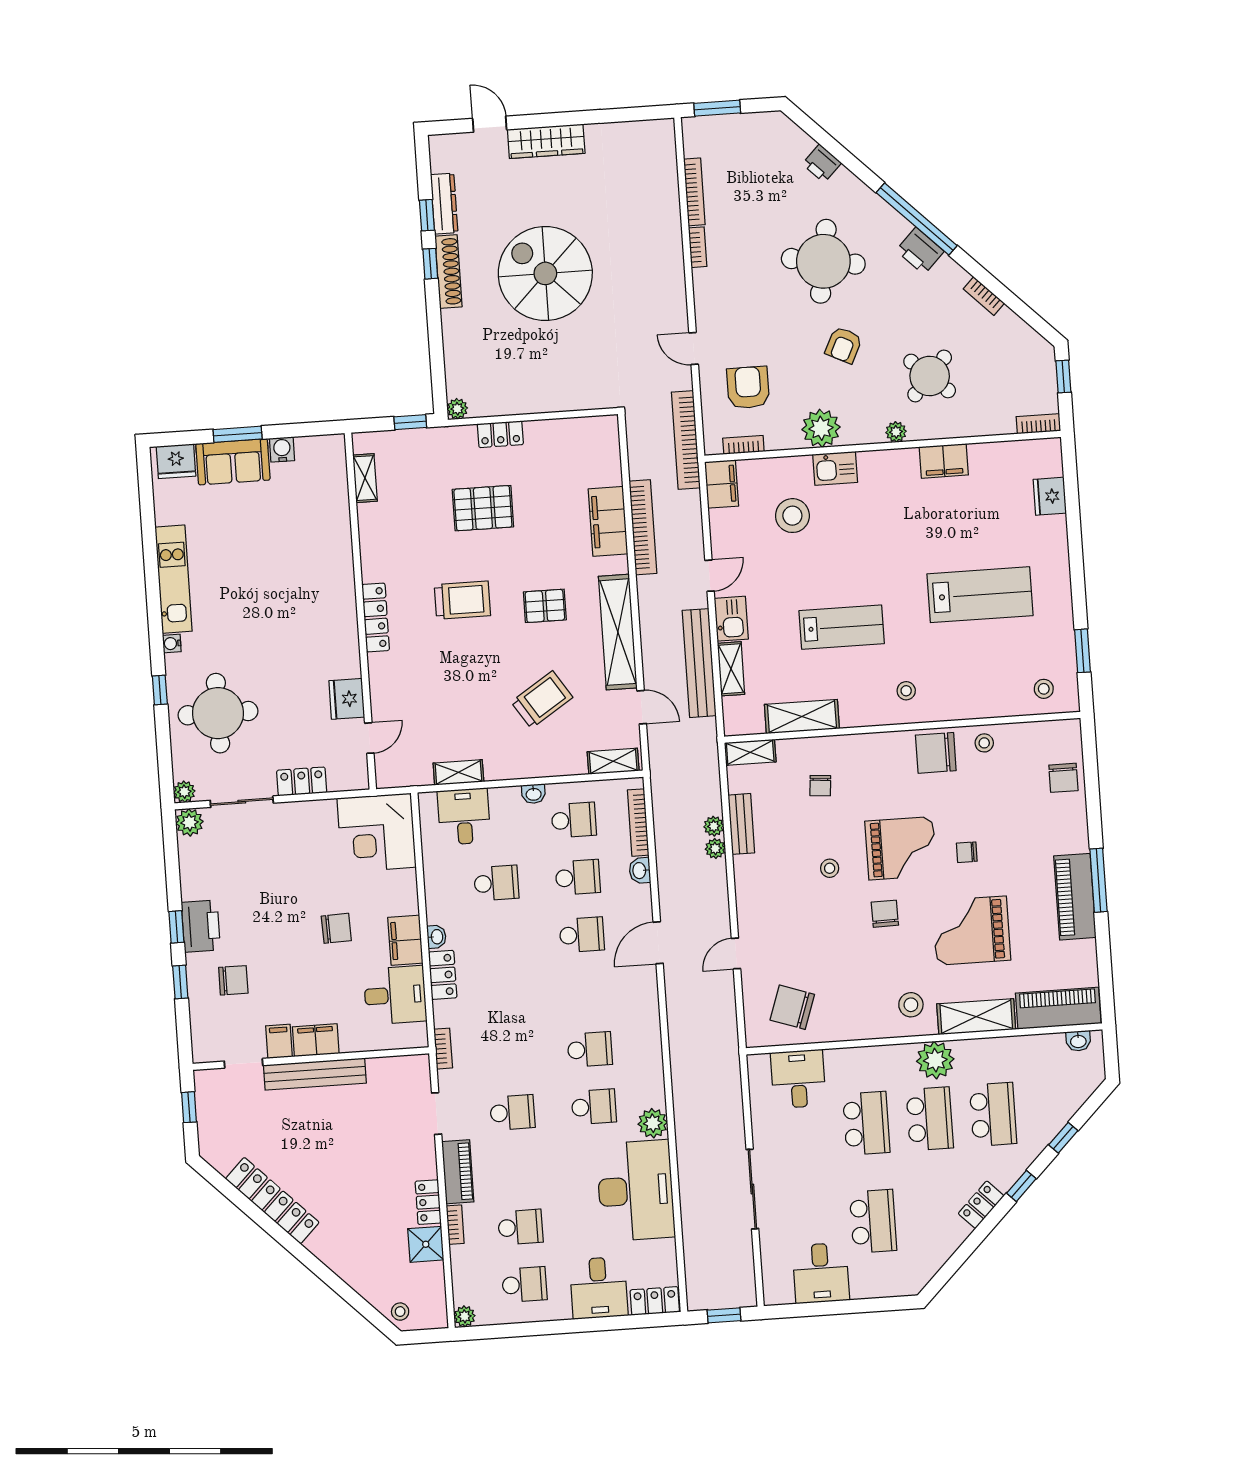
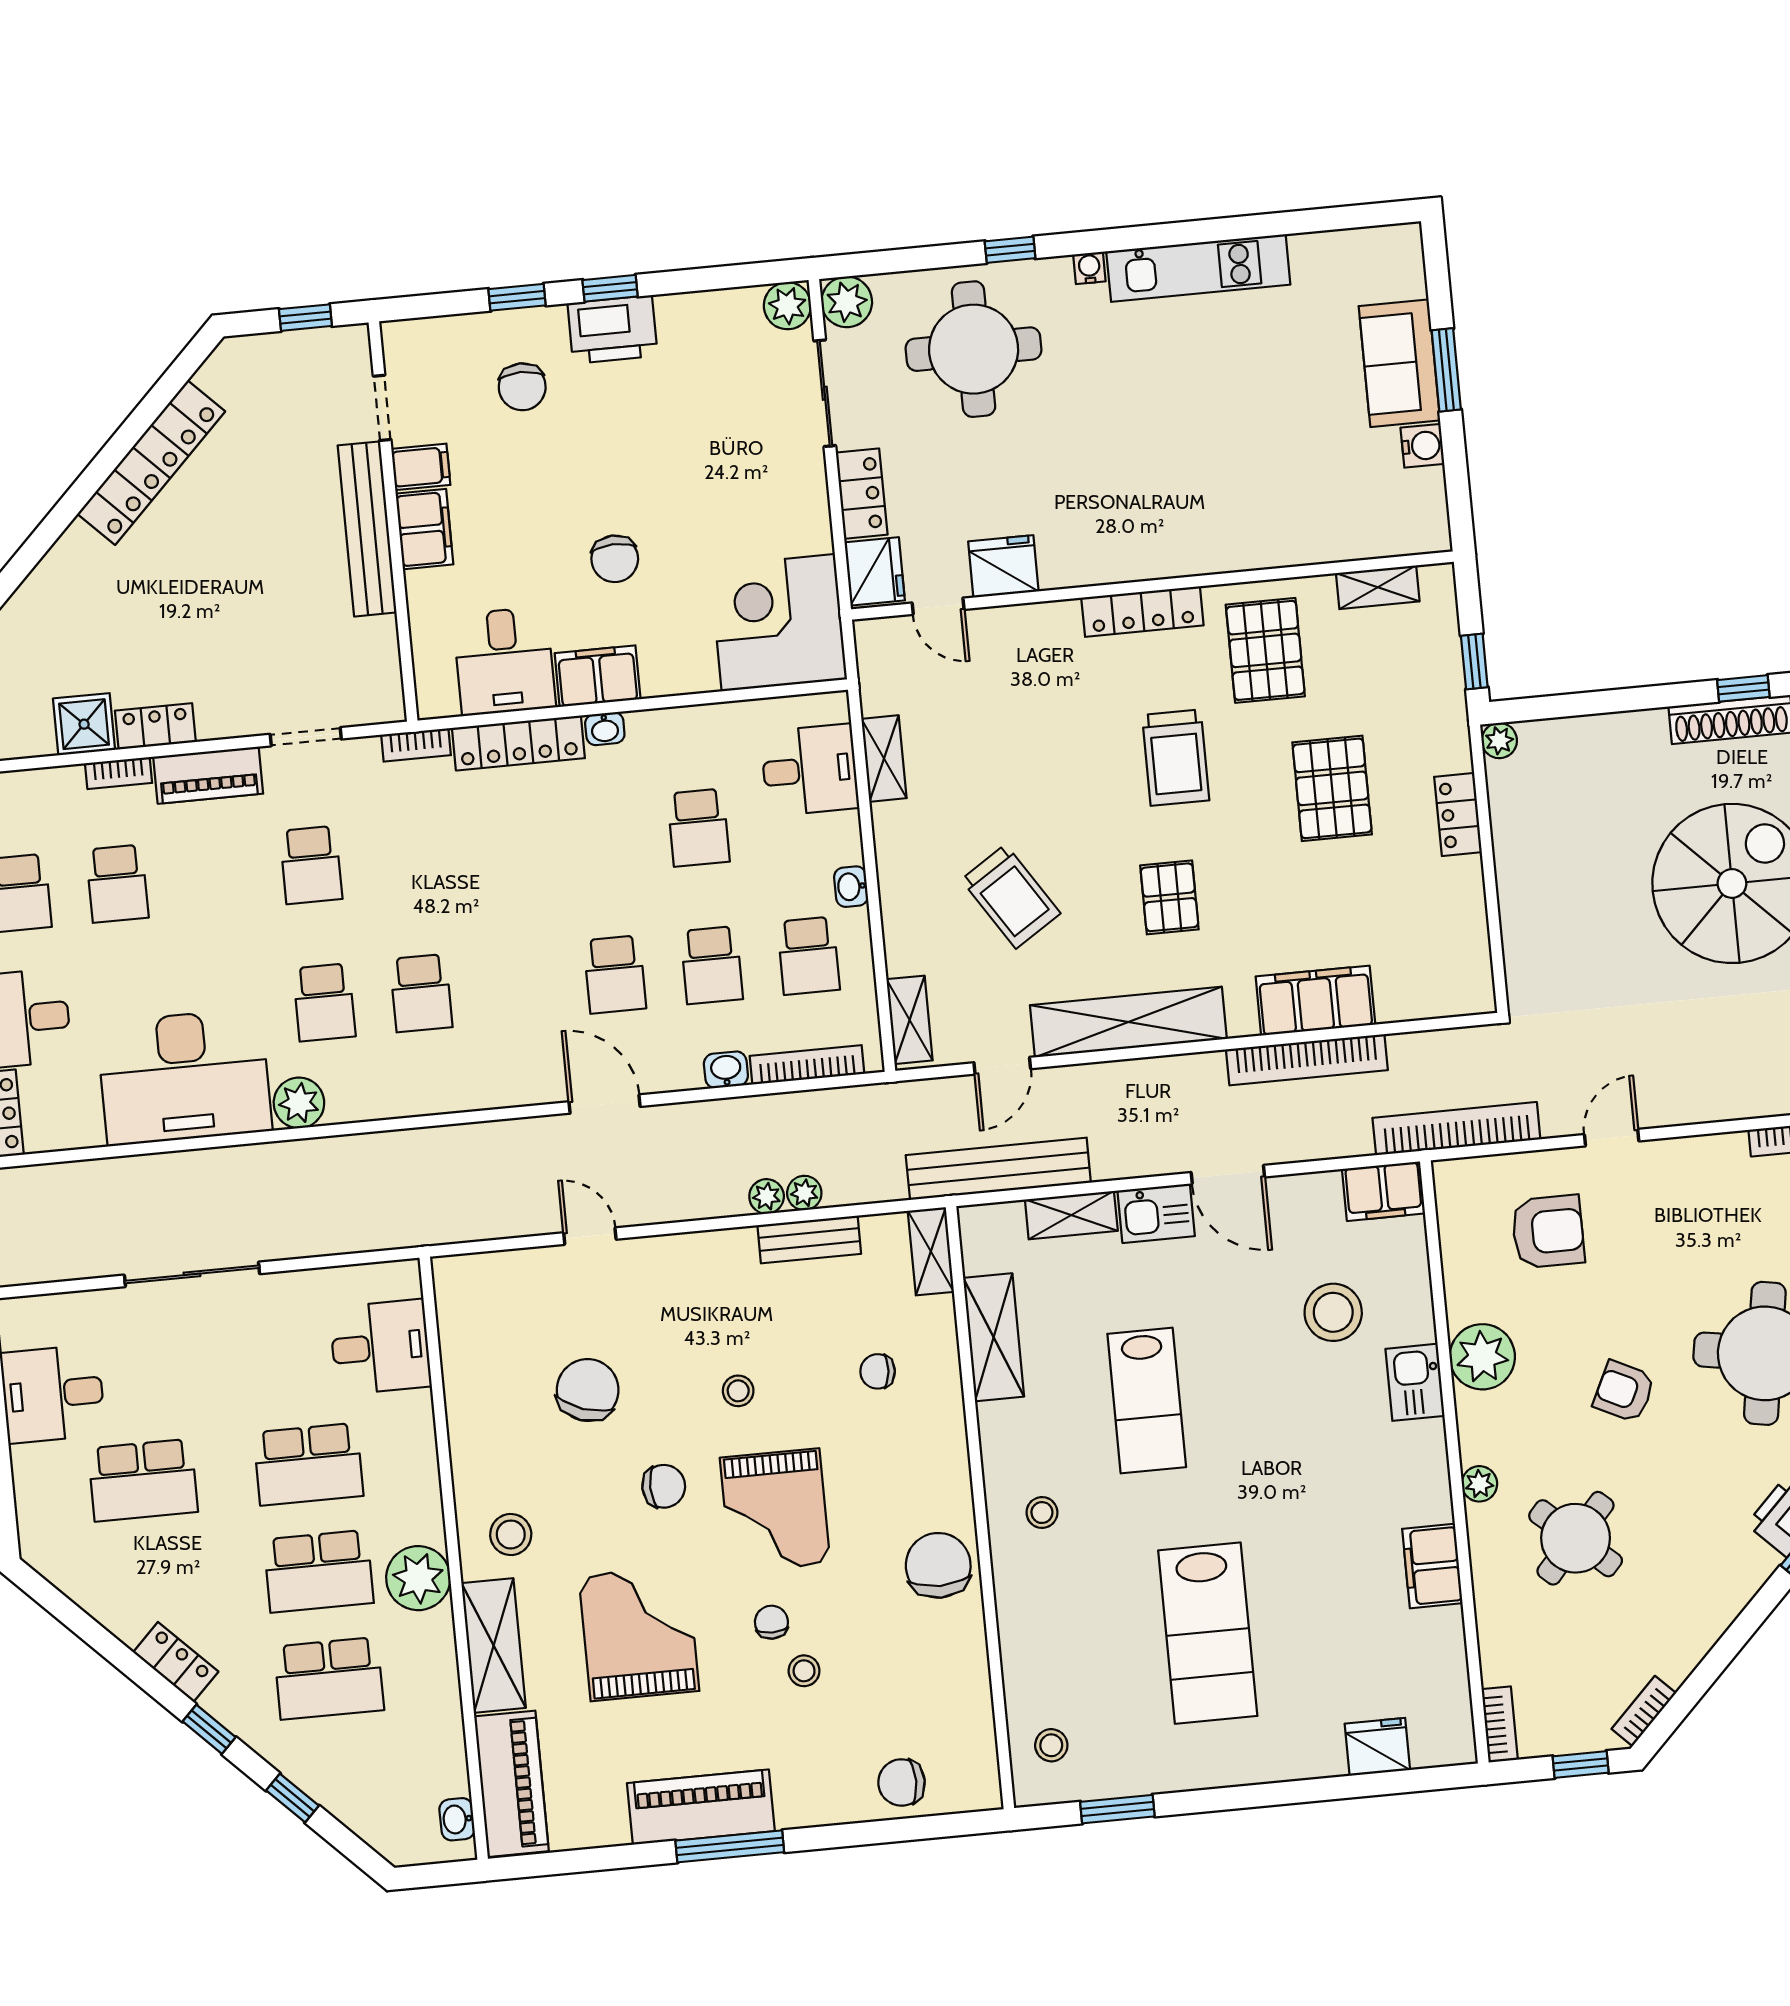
bookcase: (984, 296) -> (1644, 1711), moved
bookcase: (743, 445) -> (1451, 1226), removed
fridge: (176, 461) -> (875, 571), moved, turned 180
pallet: (400, 545) -> (1265, 650), added
door: (709, 576) -> (1228, 1175), width x1.38
bench: (699, 663) -> (998, 1169), moved
stool: (984, 743) -> (804, 1671), moved
plant: (184, 792) -> (847, 302), width x1.38, depth x1.38
locker: (443, 975) -> (518, 743), width x1.53
chair: (792, 1007) -> (588, 1390), moved

